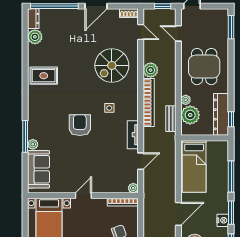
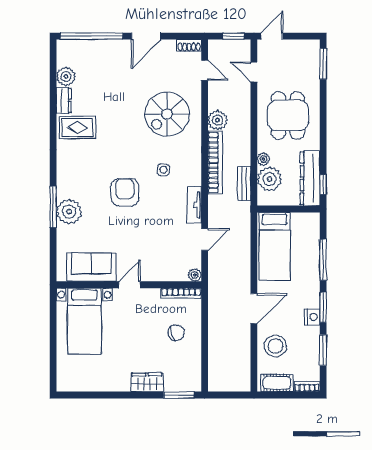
dresser: (33, 19) -> (64, 100), moved
plant: (33, 144) -> (69, 212), width x1.88, depth x1.88
sofa: (39, 169) -> (91, 267), moved, turned -90

